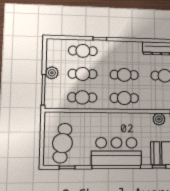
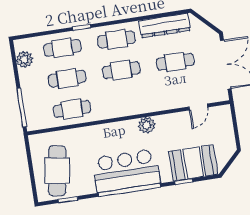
plant: (52, 73) -> (24, 59), moved
cafe table: (124, 98) -> (116, 40), moved
plant: (159, 119) -> (147, 125), moved

